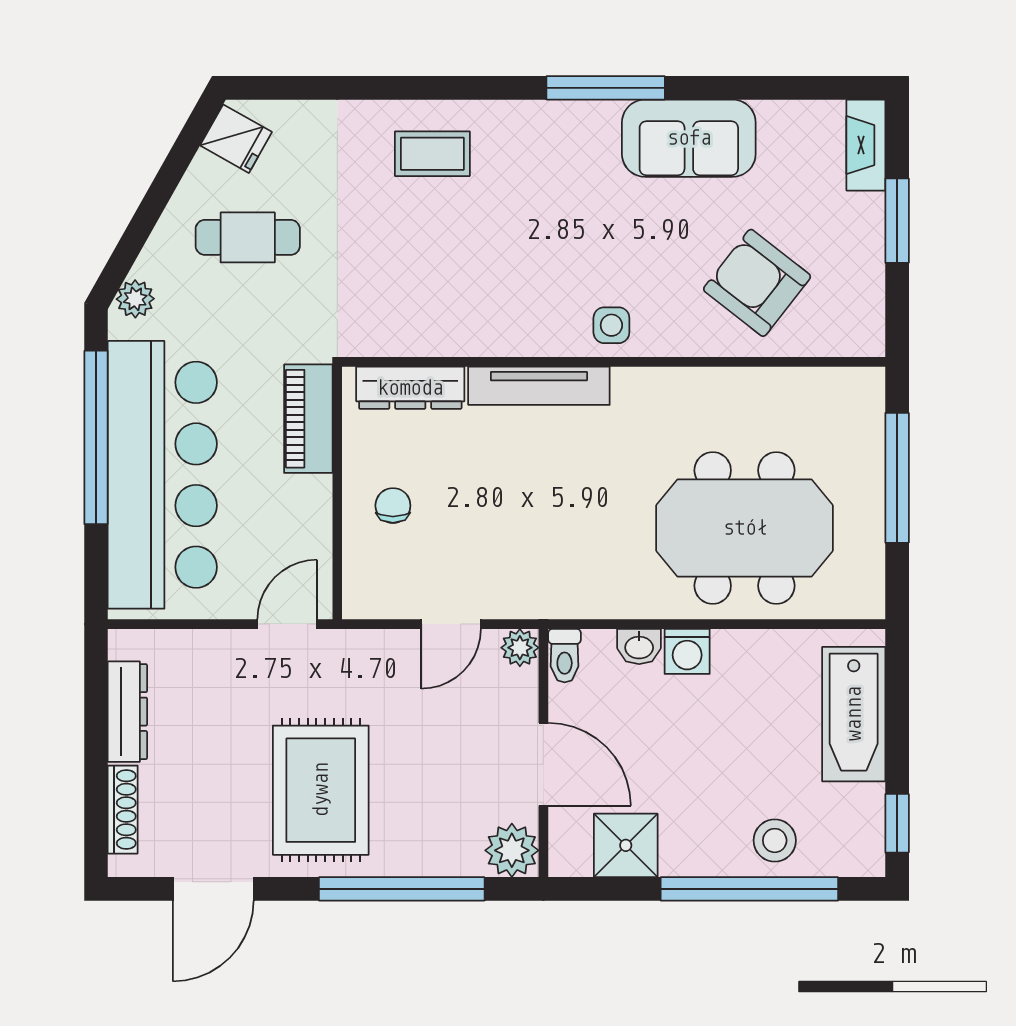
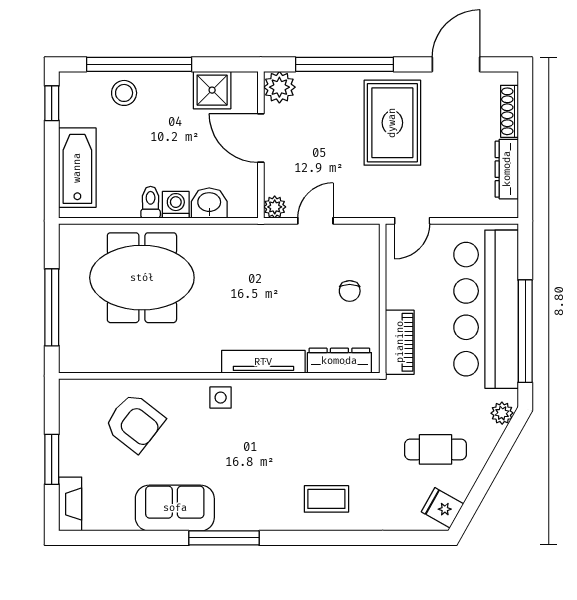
washbasin: (639, 646) -> (209, 203), width x1.38, depth x1.45
toilet: (565, 656) -> (151, 202), moved

